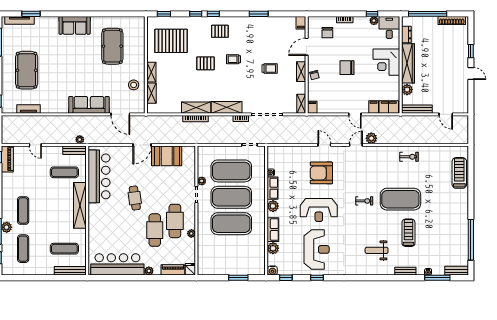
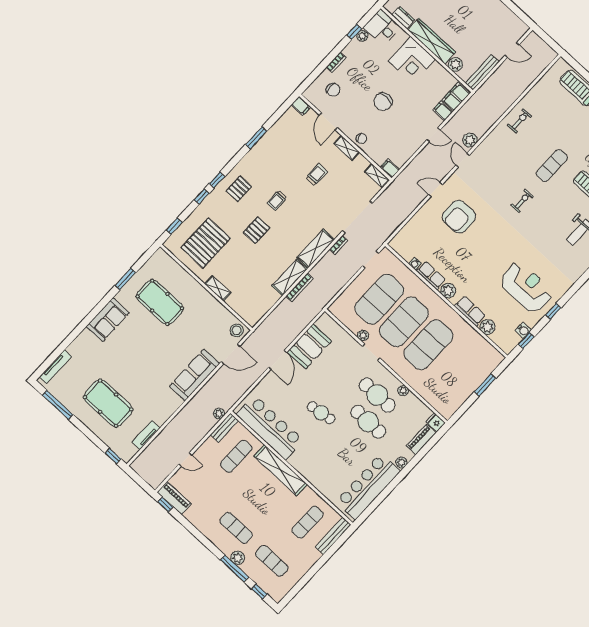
window: (31, 14) -> (125, 279), moved
stool: (134, 85) -> (237, 330), moved
shelving: (151, 93) -> (237, 306), removed
exercise mat: (400, 199) -> (552, 166), width x0.50, depth x0.69
reception desk: (319, 210) -> (491, 251), removed
water cooler: (273, 271) -> (523, 330), moved

